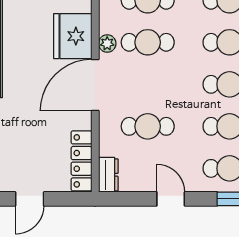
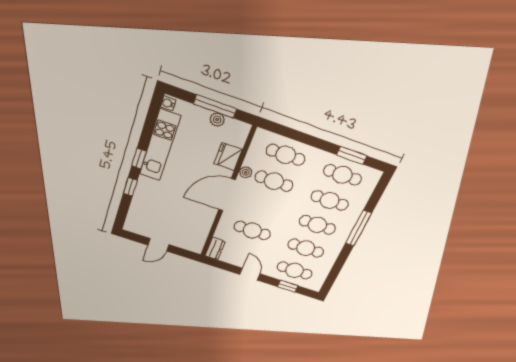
fridge: (73, 36) -> (228, 157), width x0.73, depth x0.75
locker: (81, 161) -> (200, 235), removed

